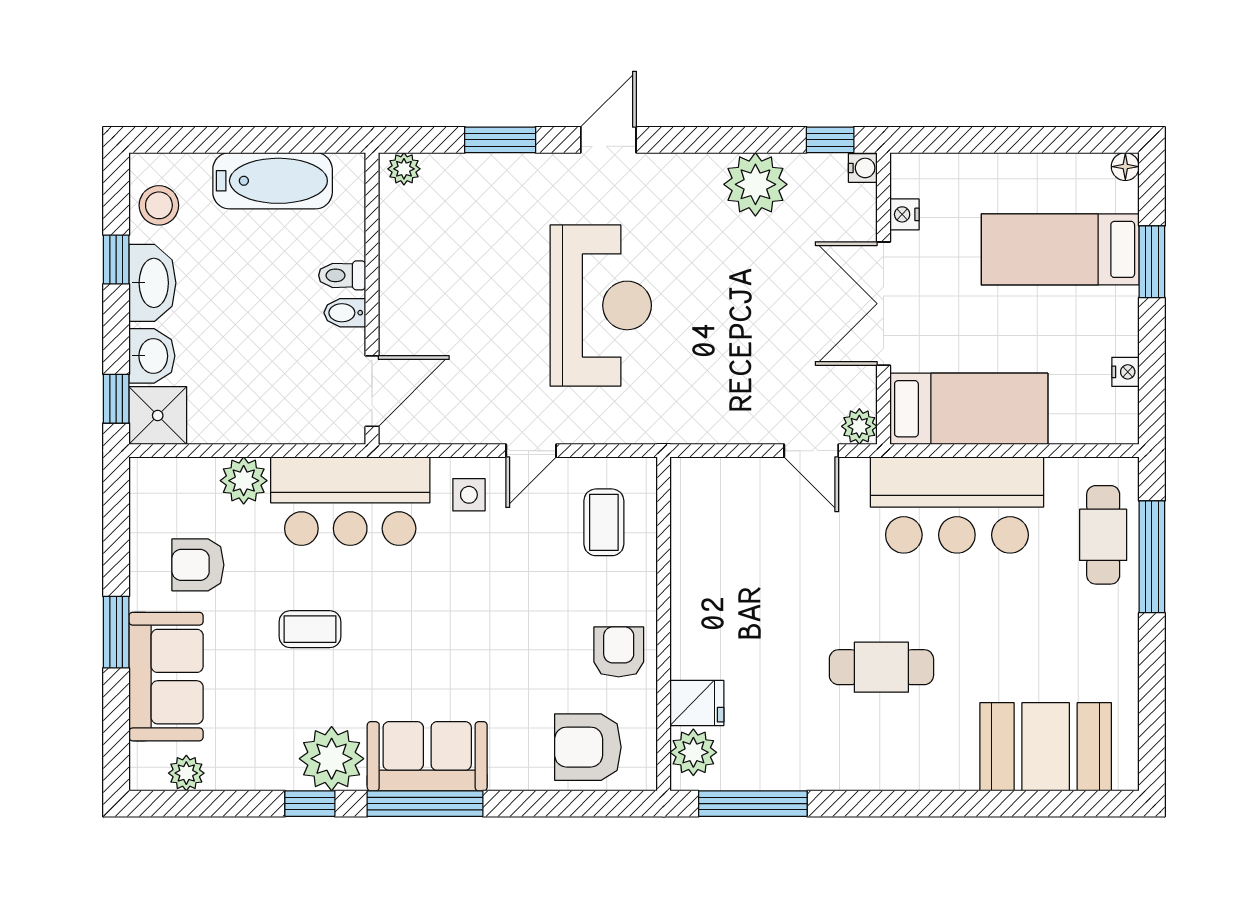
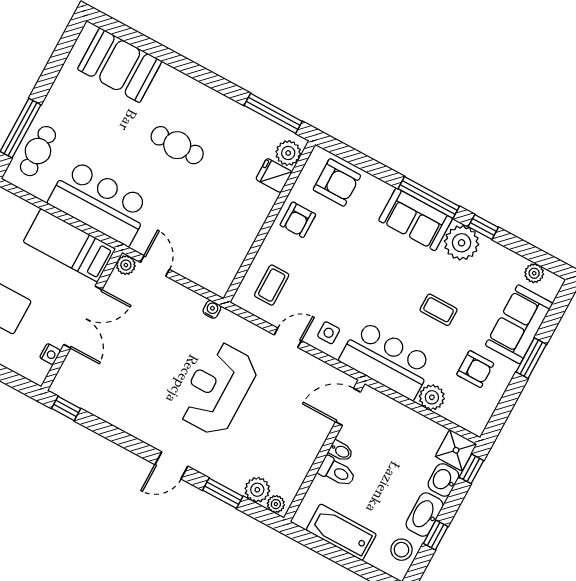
water cooler: (863, 168) -> (212, 309), moved, turned 90
plant: (755, 184) -> (257, 490), moved, width x0.73, depth x0.73
toilet: (342, 275) -> (337, 472), width x1.37, depth x1.39

